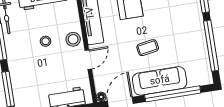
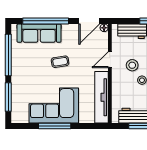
stool: (73, 39) -> (132, 65), moved
sofa: (160, 81) -> (39, 33), moved

